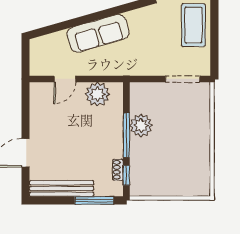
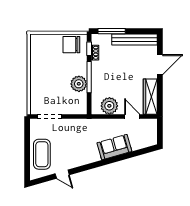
sofa: (98, 33) -> (114, 147), width x0.73
door: (65, 79) -> (132, 116), hinge flipped
wardrobe: (39, 107) -> (150, 97), added
chair: (151, 181) -> (71, 45), added

